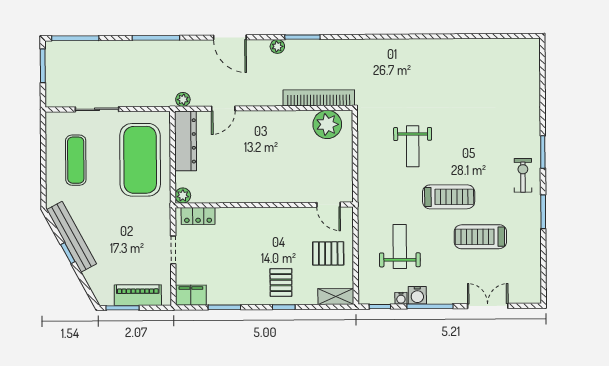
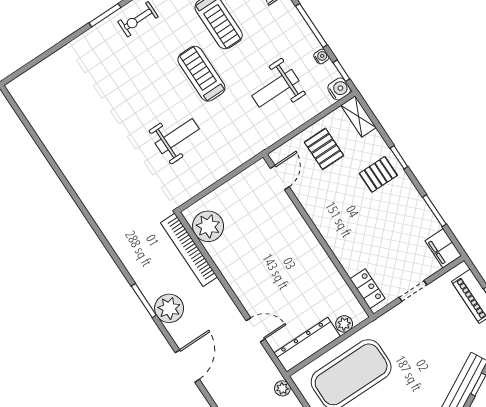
plant: (277, 46) -> (169, 308), width x1.87, depth x1.87
plant: (183, 99) -> (282, 388), moved
plant: (183, 196) -> (344, 324), moved
water cooler: (417, 295) -> (339, 89), moved

